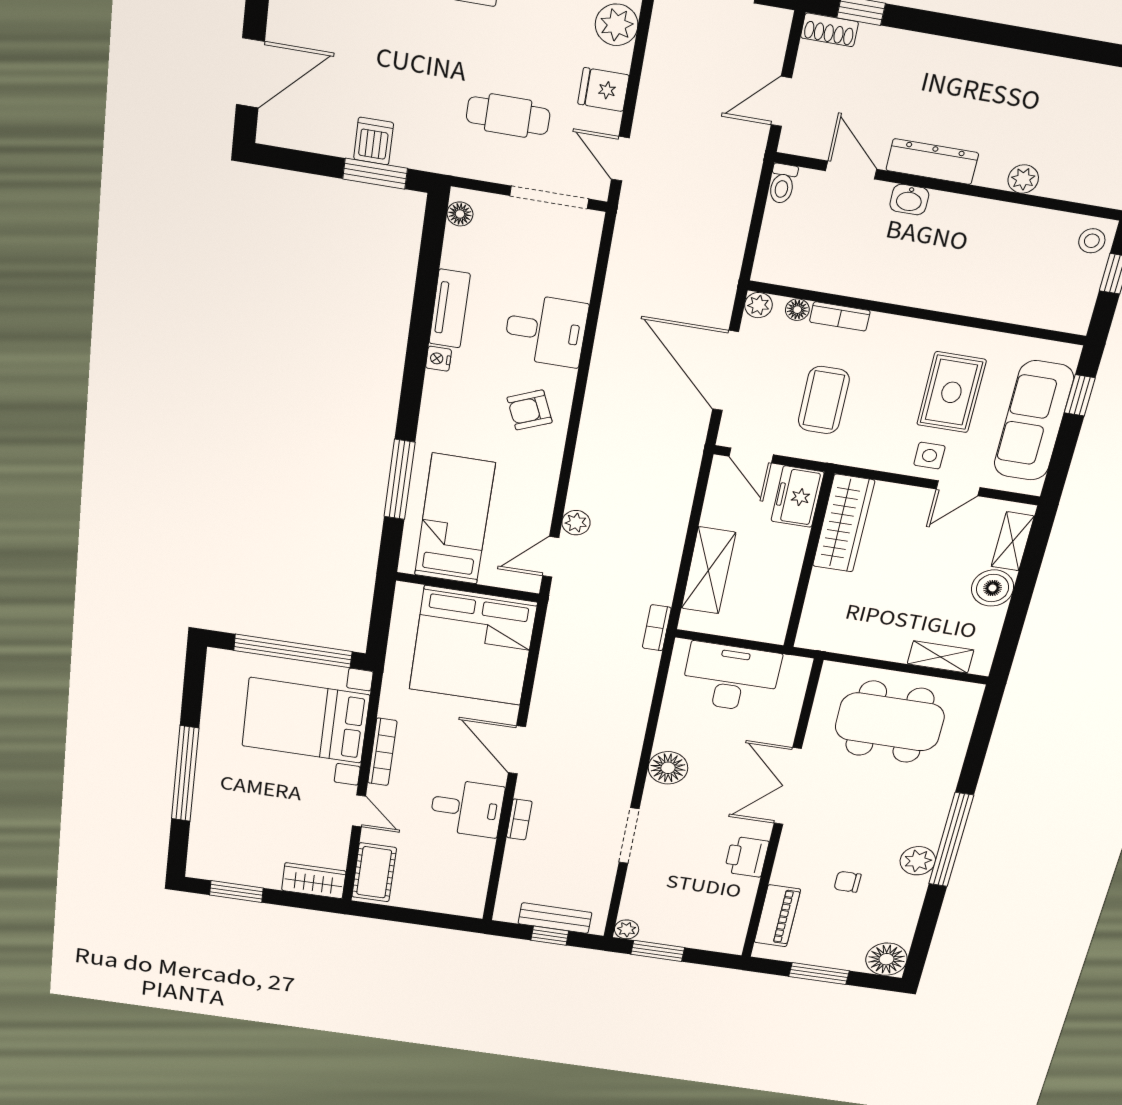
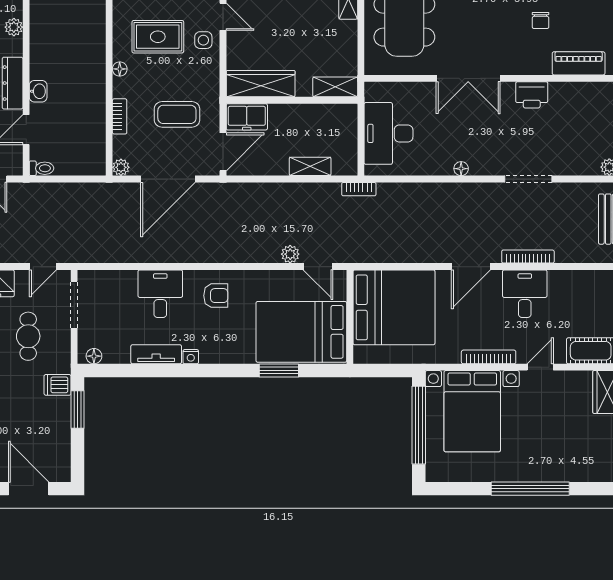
dishwasher: (374, 141) -> (57, 385), moved
floor lamp: (797, 310) -> (120, 69), moved
armchair: (530, 410) -> (216, 296), turned -67
door: (751, 455) -> (223, 152), width x1.38
window: (400, 480) -> (279, 370), width x0.69
bed: (455, 519) -> (301, 332), width x1.50
shelving: (709, 570) -> (310, 166), width x0.67, depth x0.75
shelving: (815, 621) -> (335, 87), added
floor lamp: (668, 768) -> (461, 169), width x0.53, depth x0.53
bookcase: (519, 819) -> (528, 257), width x1.56

